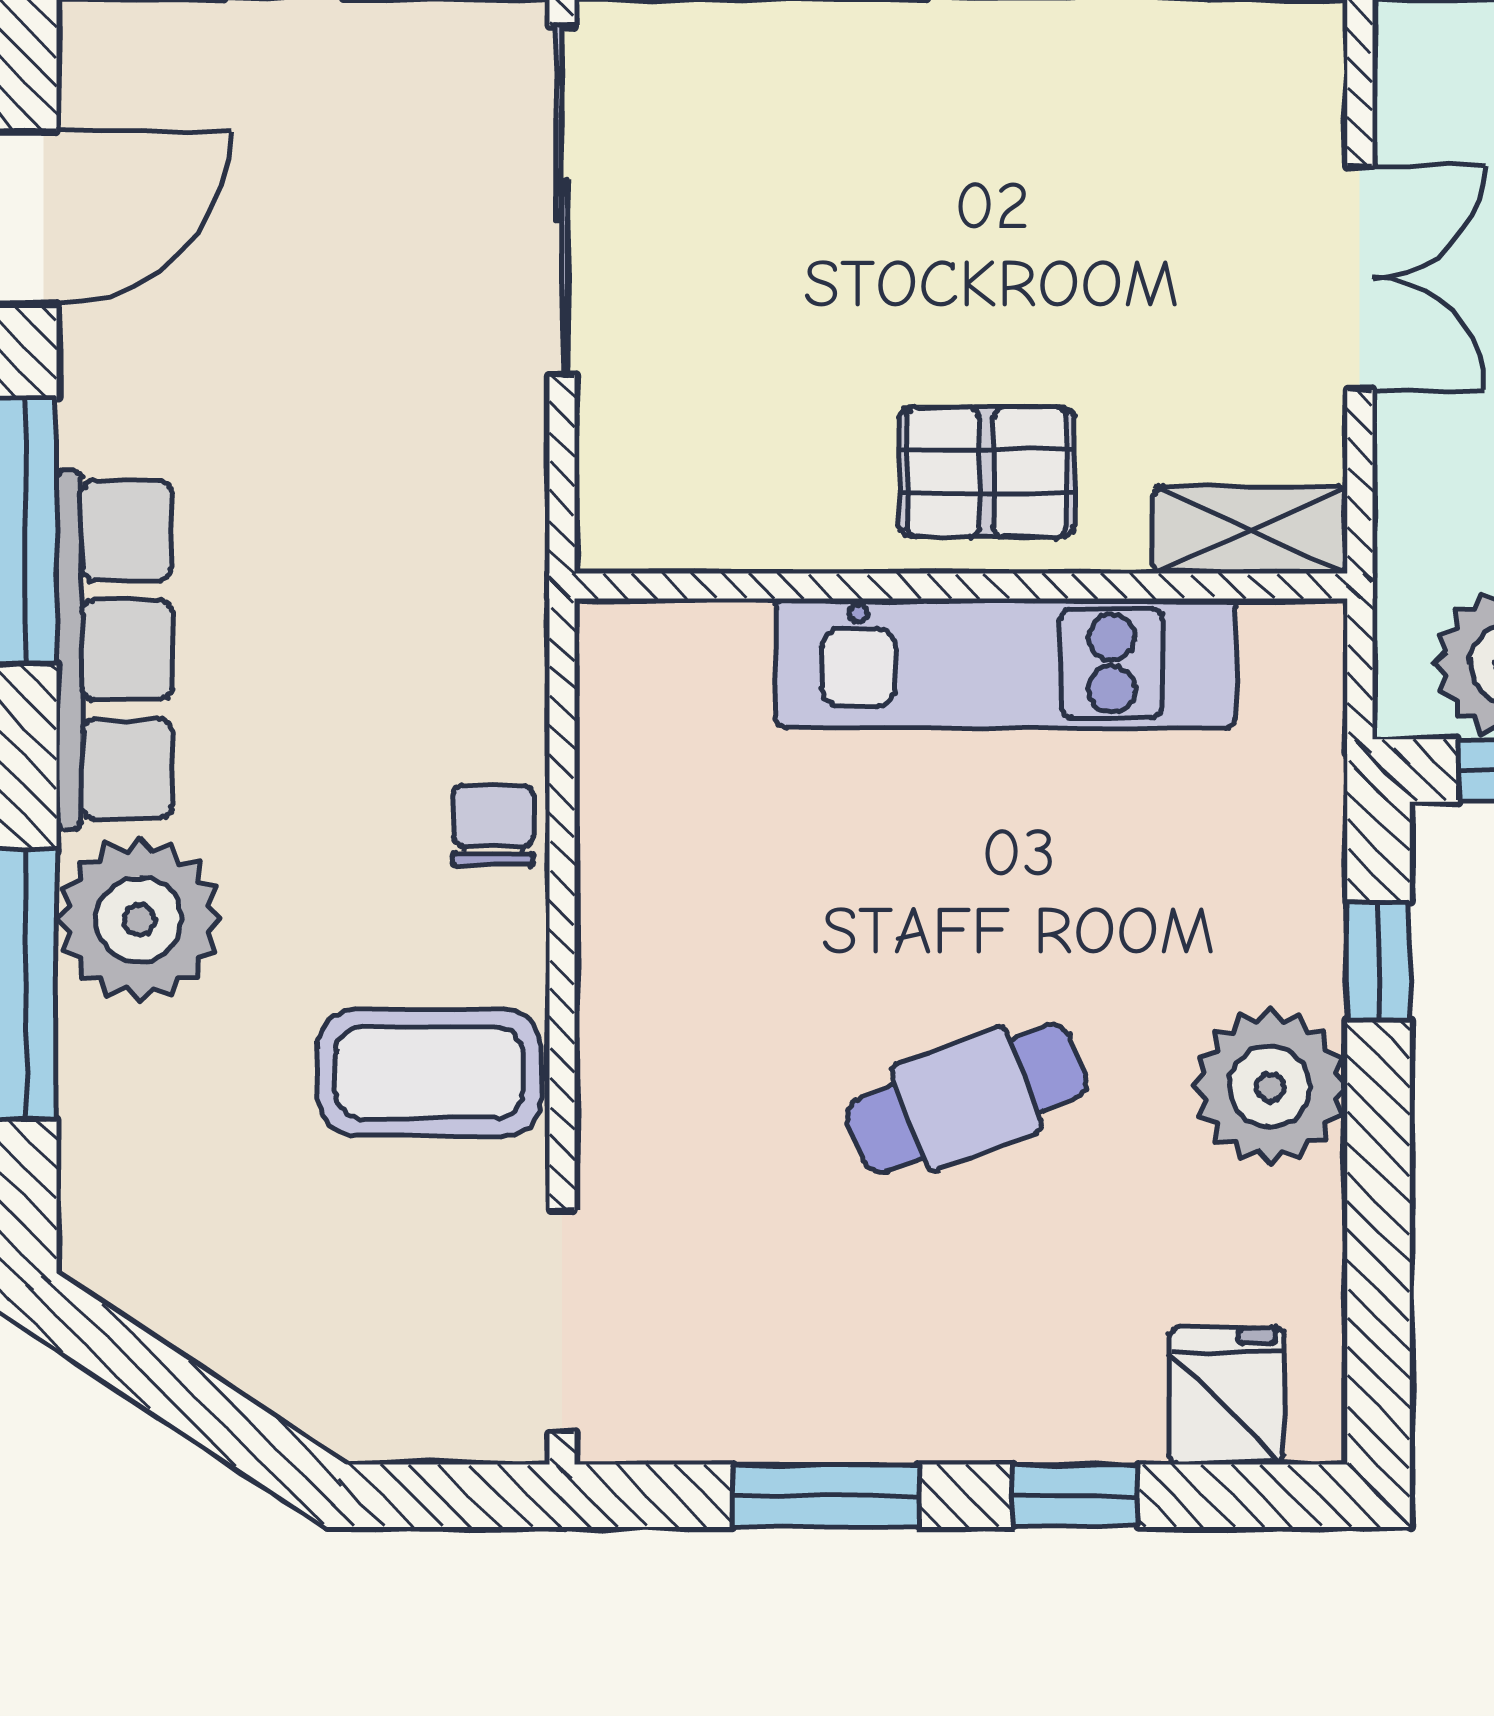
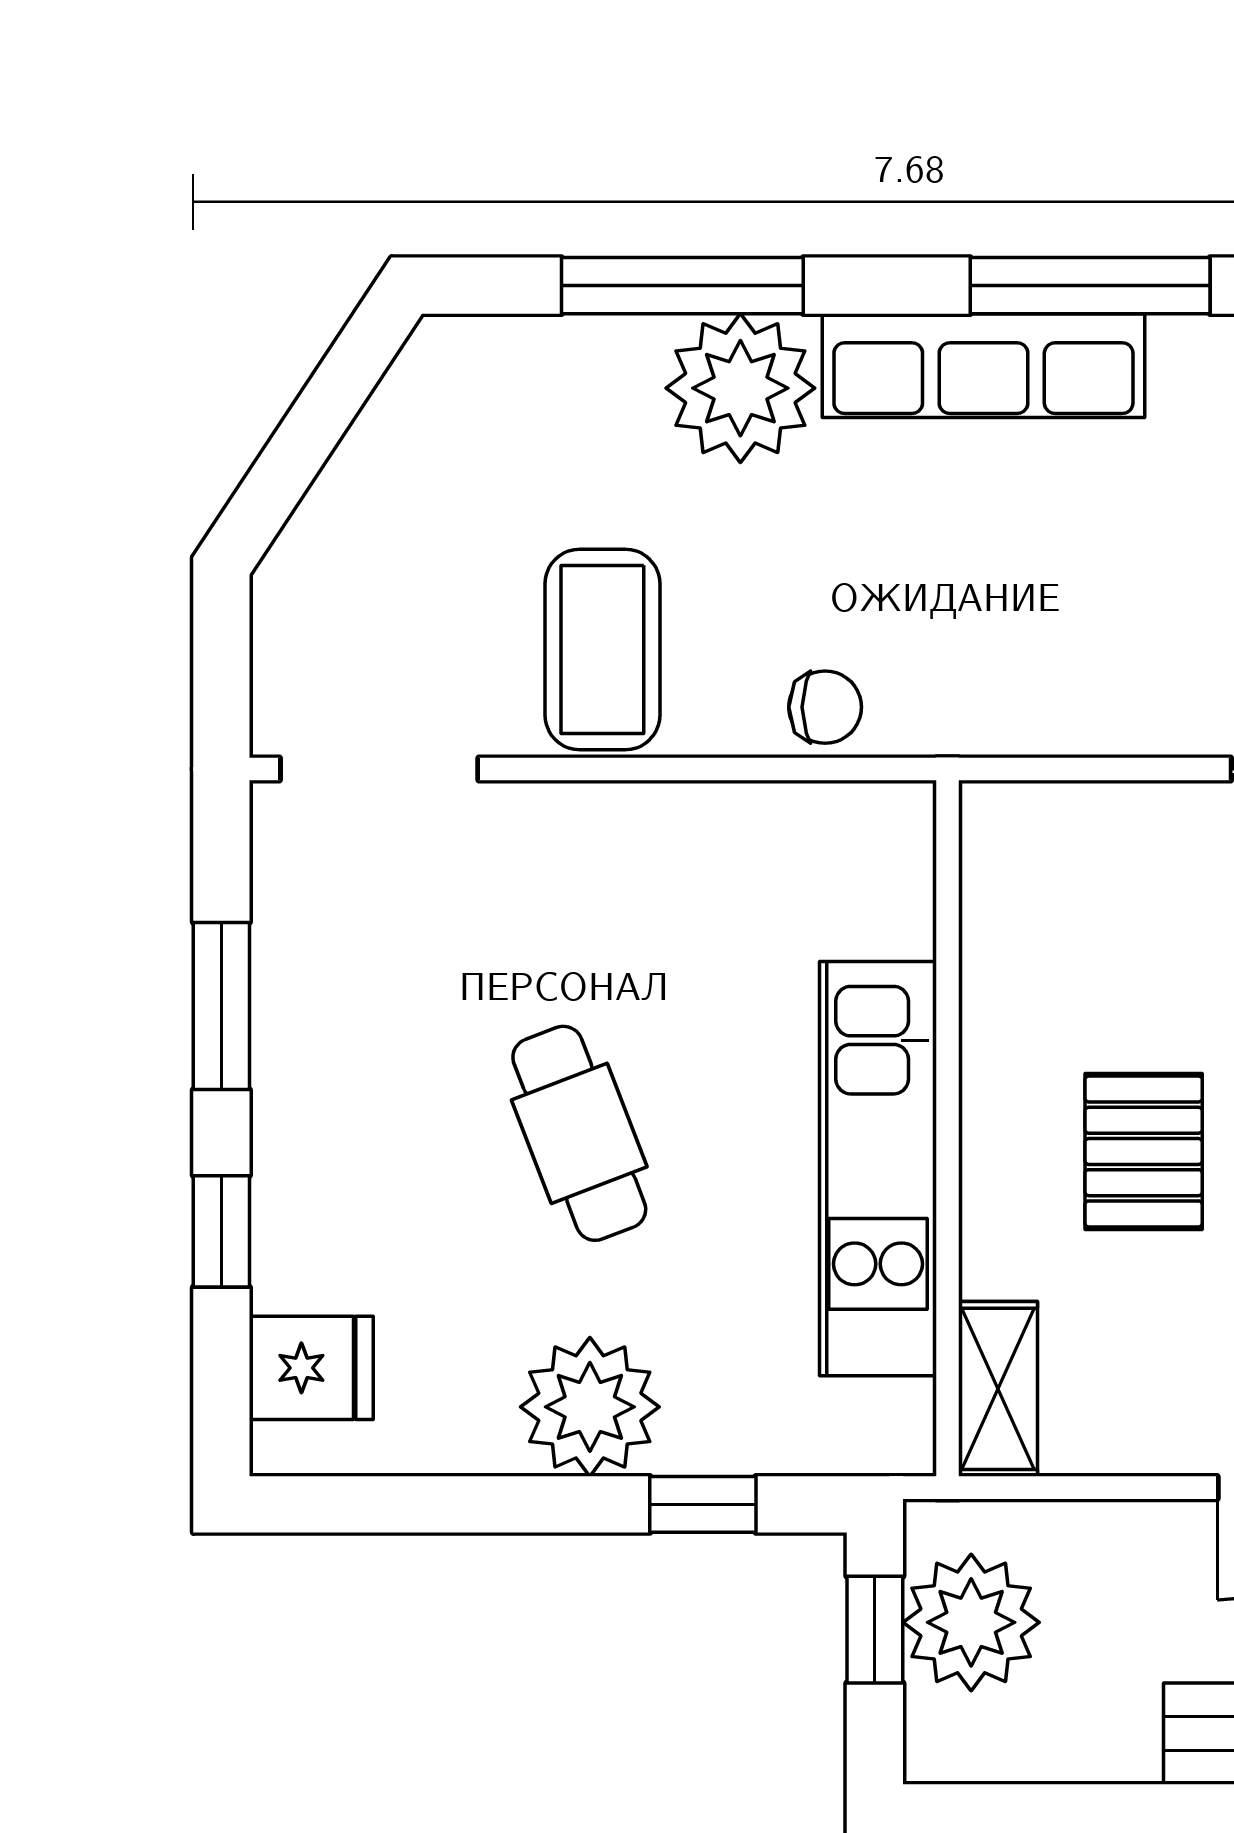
shelving: (1250, 530) -> (998, 1389), moved
wall: (961, 586) -> (948, 1128), moved
kitchen unit: (1006, 663) -> (878, 1169), moved

